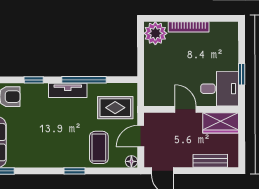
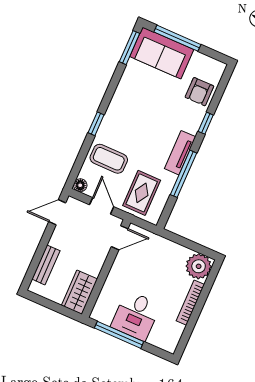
window: (242, 74) -> (119, 335), width x2.17
desk: (220, 89) -> (136, 316), moved
door: (186, 109) -> (120, 238), moved

